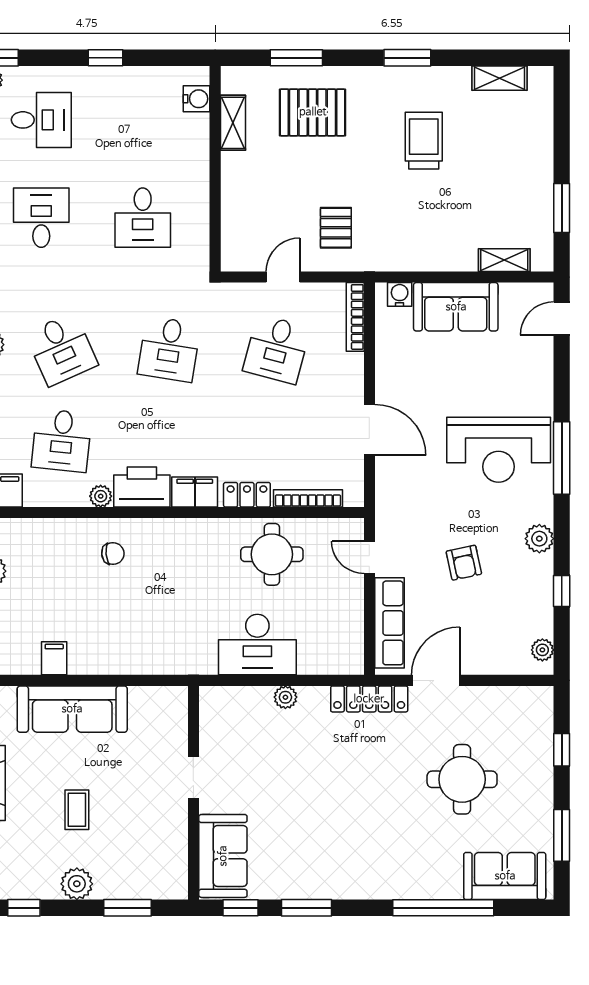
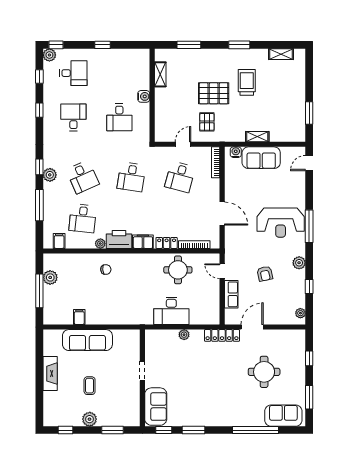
water cooler: (197, 99) -> (144, 96), moved
pallet: (313, 112) -> (214, 93), moved
shelving: (504, 260) -> (257, 137), moved
row of seats: (389, 623) -> (231, 294), width x0.68

